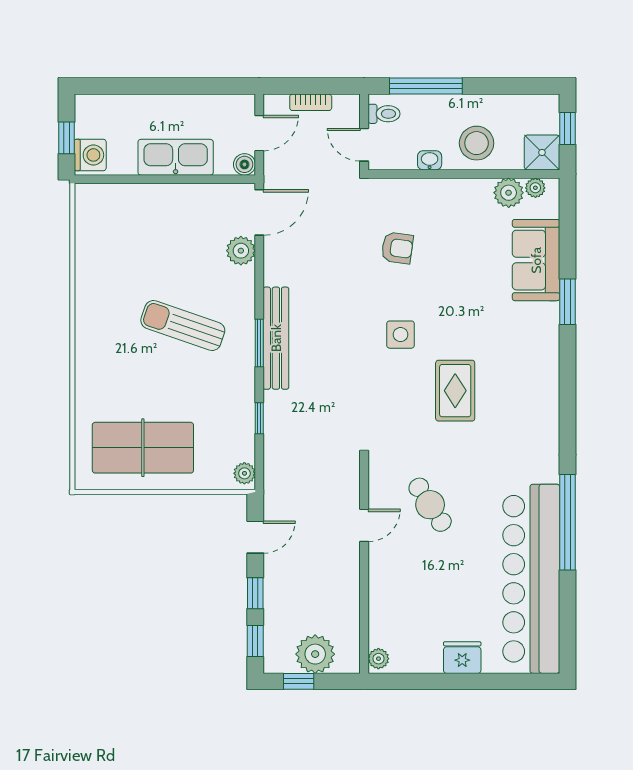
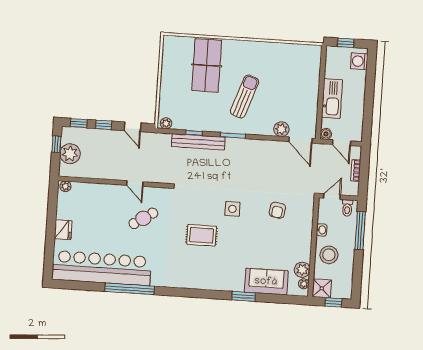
washing machine: (90, 155) -> (359, 61), moved, turned 90
bench: (276, 338) -> (198, 142), moved
table tennis table: (143, 448) -> (207, 65), moved

